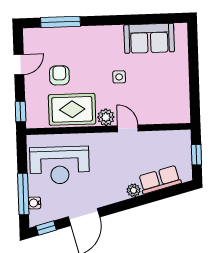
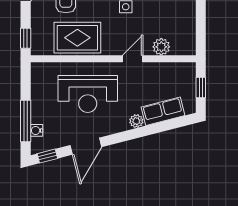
plant: (106, 117) -> (161, 47), moved
door: (128, 128) -> (133, 59), hinge flipped
reception desk: (60, 165) -> (88, 94), moved

